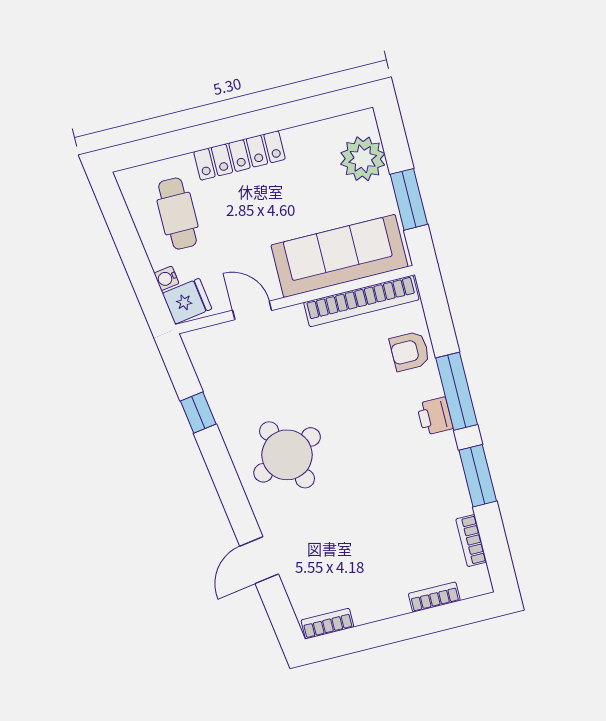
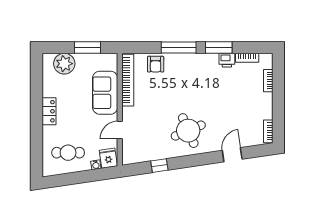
locker: (240, 155) -> (49, 111), width x0.66
sofa: (339, 256) -> (105, 93), width x0.73
printer: (435, 416) -> (227, 60), moved
door: (259, 560) -> (232, 155), swing flipped

